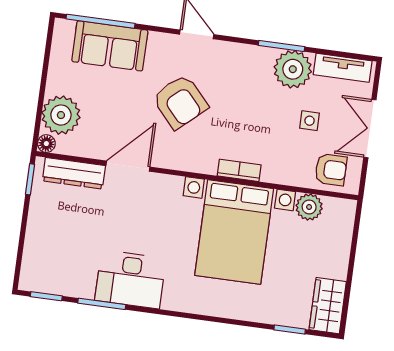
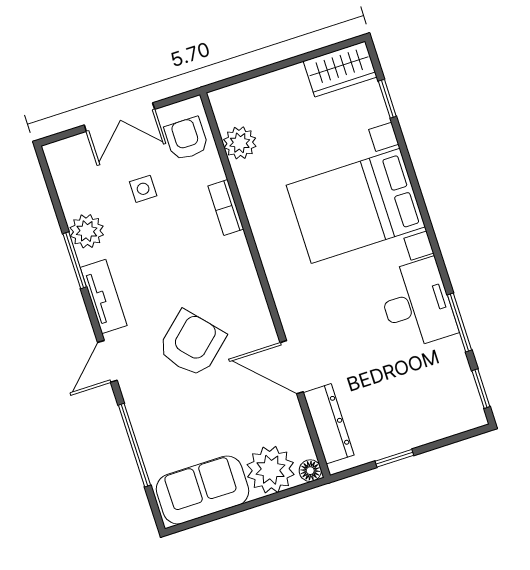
window: (101, 21) -> (134, 445), moved
sofa: (110, 46) -> (203, 490), moved, turned -90
tv unit: (343, 68) -> (104, 296), moved
plant: (293, 69) -> (87, 231), width x0.73, depth x0.73
bookcase: (239, 170) -> (226, 207), moved
window: (30, 179) -> (394, 458), moved
bed with nightstands: (234, 232) -> (356, 206), moved, turned 180

